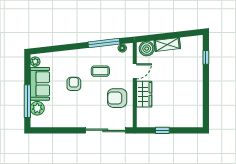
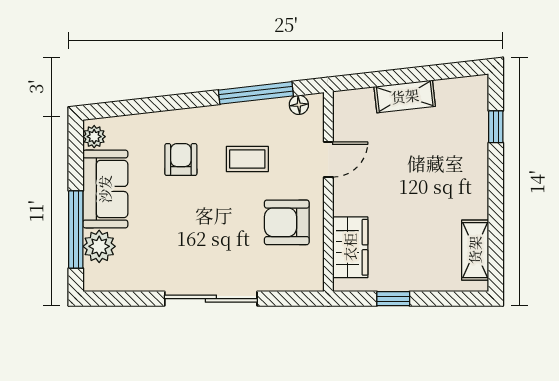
boiler: (147, 49) -> (356, 106), removed
armchair: (74, 84) -> (181, 160), moved
wardrobe: (144, 94) -> (350, 247), moved
shelving: (197, 110) -> (475, 250), added
sliding door: (105, 130) -> (211, 299), moved

